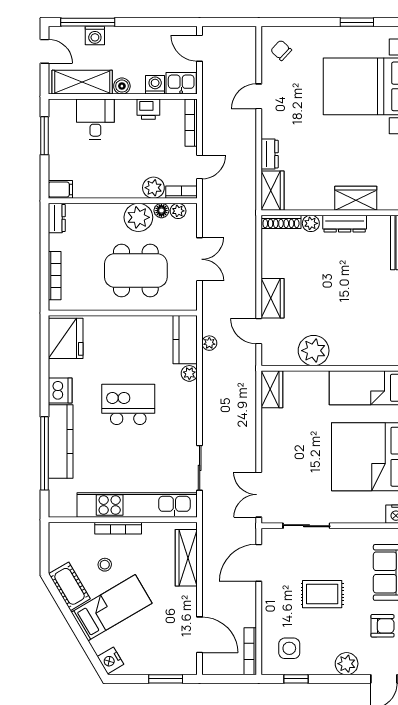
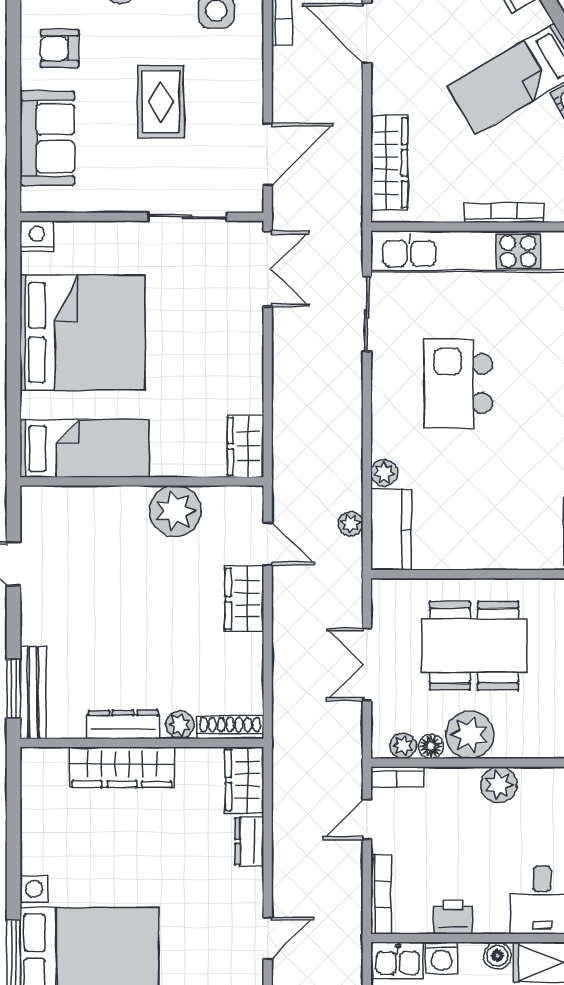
plant: (153, 188) -> (499, 785), moved
wardrobe: (356, 198) -> (122, 767), width x1.50
kitchen island: (128, 404) -> (458, 384), moved, turned 90
stool: (105, 565) -> (526, 151), removed
rug: (322, 594) -> (161, 102), turned 90

